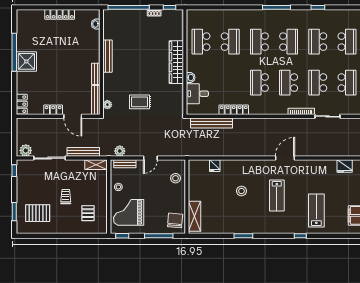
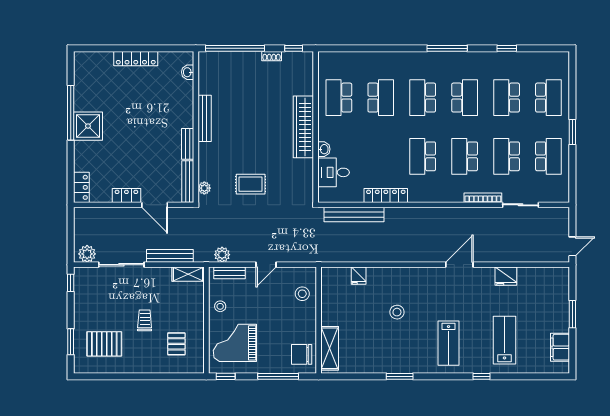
fridge: (345, 166) -> (506, 276), moved
lab bench: (277, 195) -> (449, 343), moved
chair: (175, 220) -> (302, 354), turned -95

